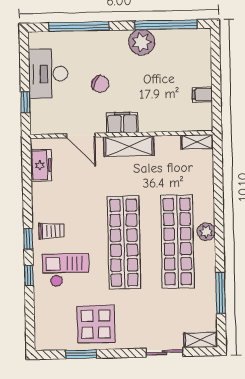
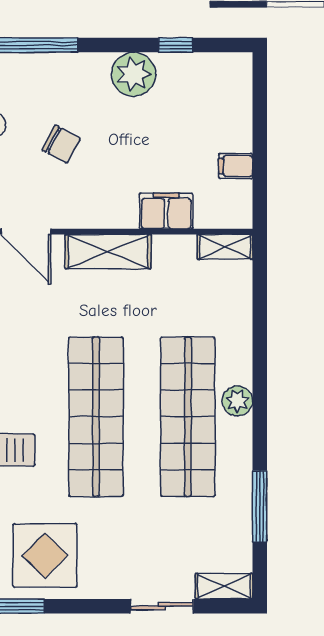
window: (166, 25) -> (176, 45), width x0.32
filing cabinet: (122, 123) -> (166, 211), moved

